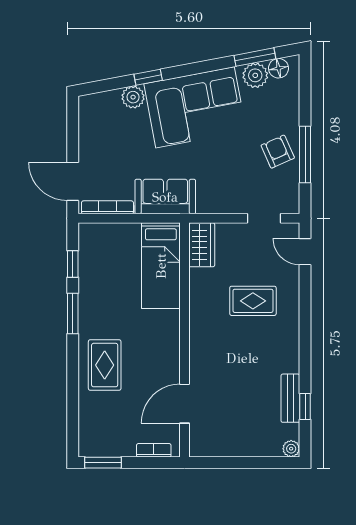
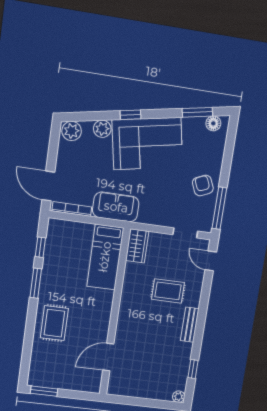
plant: (255, 75) -> (72, 131), moved
window: (148, 77) -> (130, 115), moved
window: (305, 154) -> (219, 208), moved
bench: (290, 398) -> (190, 325), moved
bookcase: (154, 450) -> (82, 387), removed

